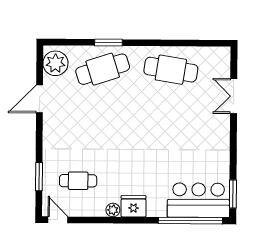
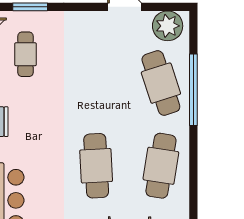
window: (108, 42) -> (193, 90), width x2.11
cafe table: (170, 123) -> (96, 166), added

